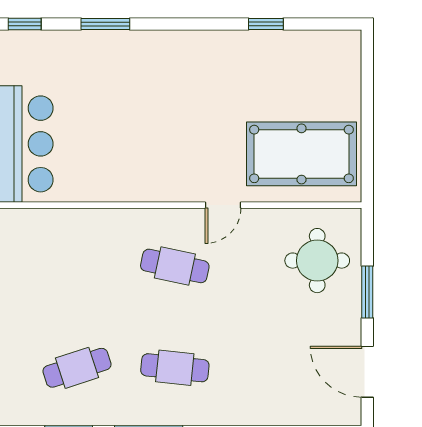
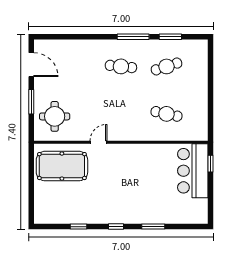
window: (25, 24) -> (116, 227), moved
cafe table: (175, 266) -> (167, 114), moved

